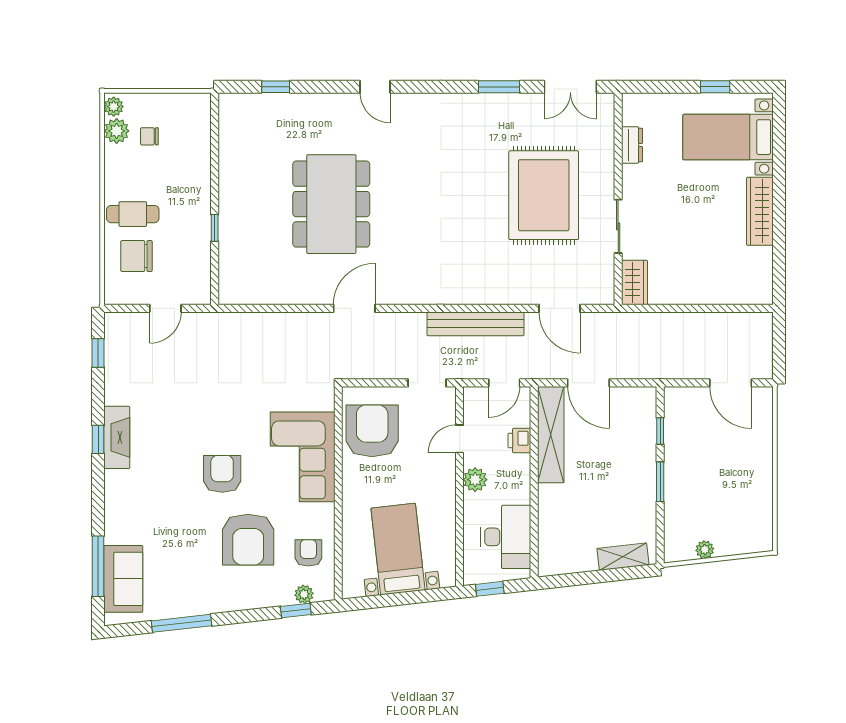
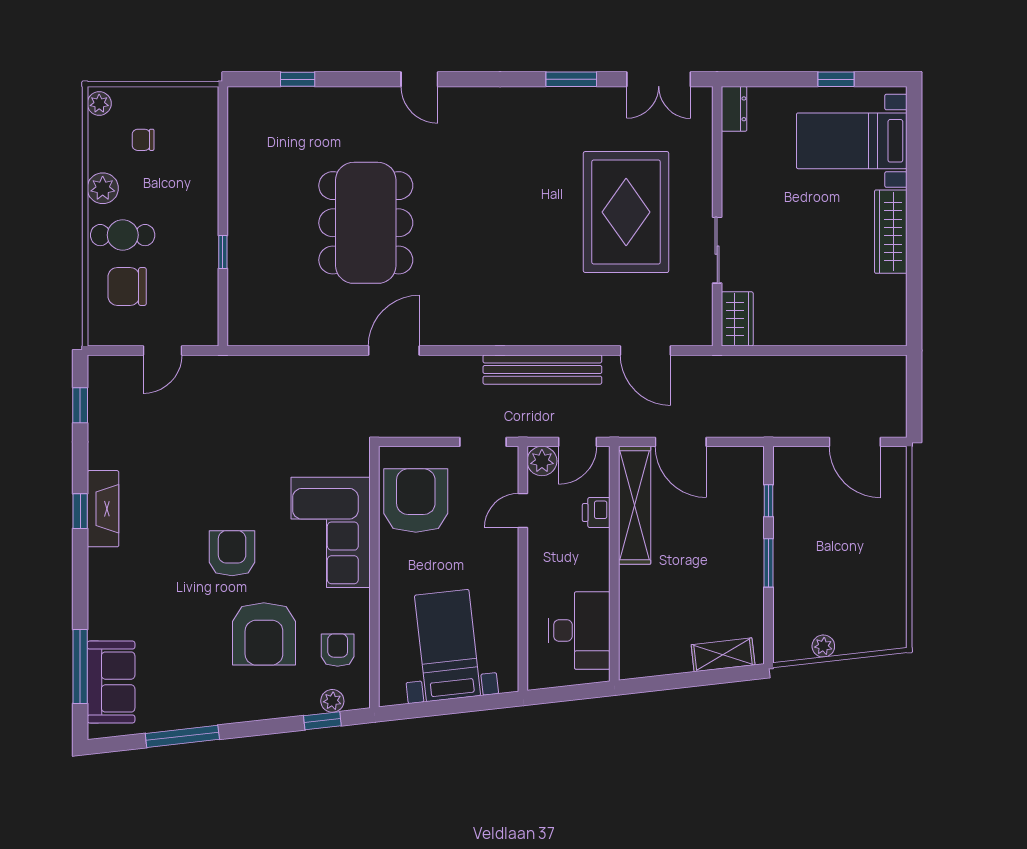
plant: (117, 131) -> (103, 188), moved
dresser: (632, 145) -> (734, 109), moved
plant: (475, 480) -> (542, 461), moved
window: (490, 589) -> (560, 694), removed

